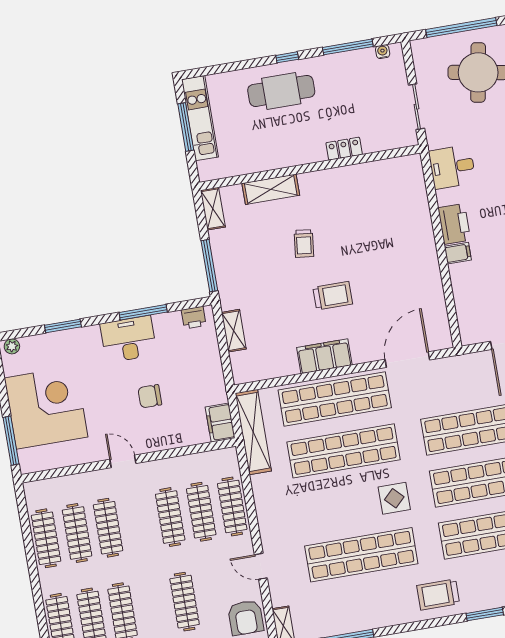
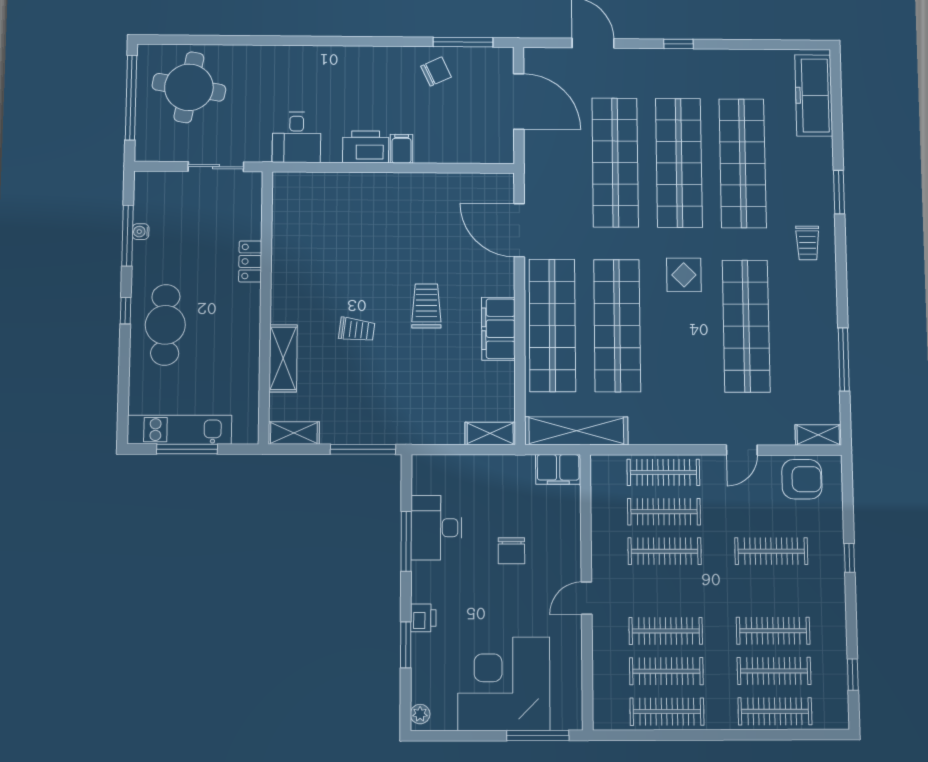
water cooler: (383, 52) -> (141, 232), moved
printer: (194, 318) -> (423, 618), moved
shelving: (234, 331) -> (490, 433), moved
desk: (128, 339) -> (436, 528), moved
trolley: (438, 594) -> (808, 243), width x0.73, depth x0.72

